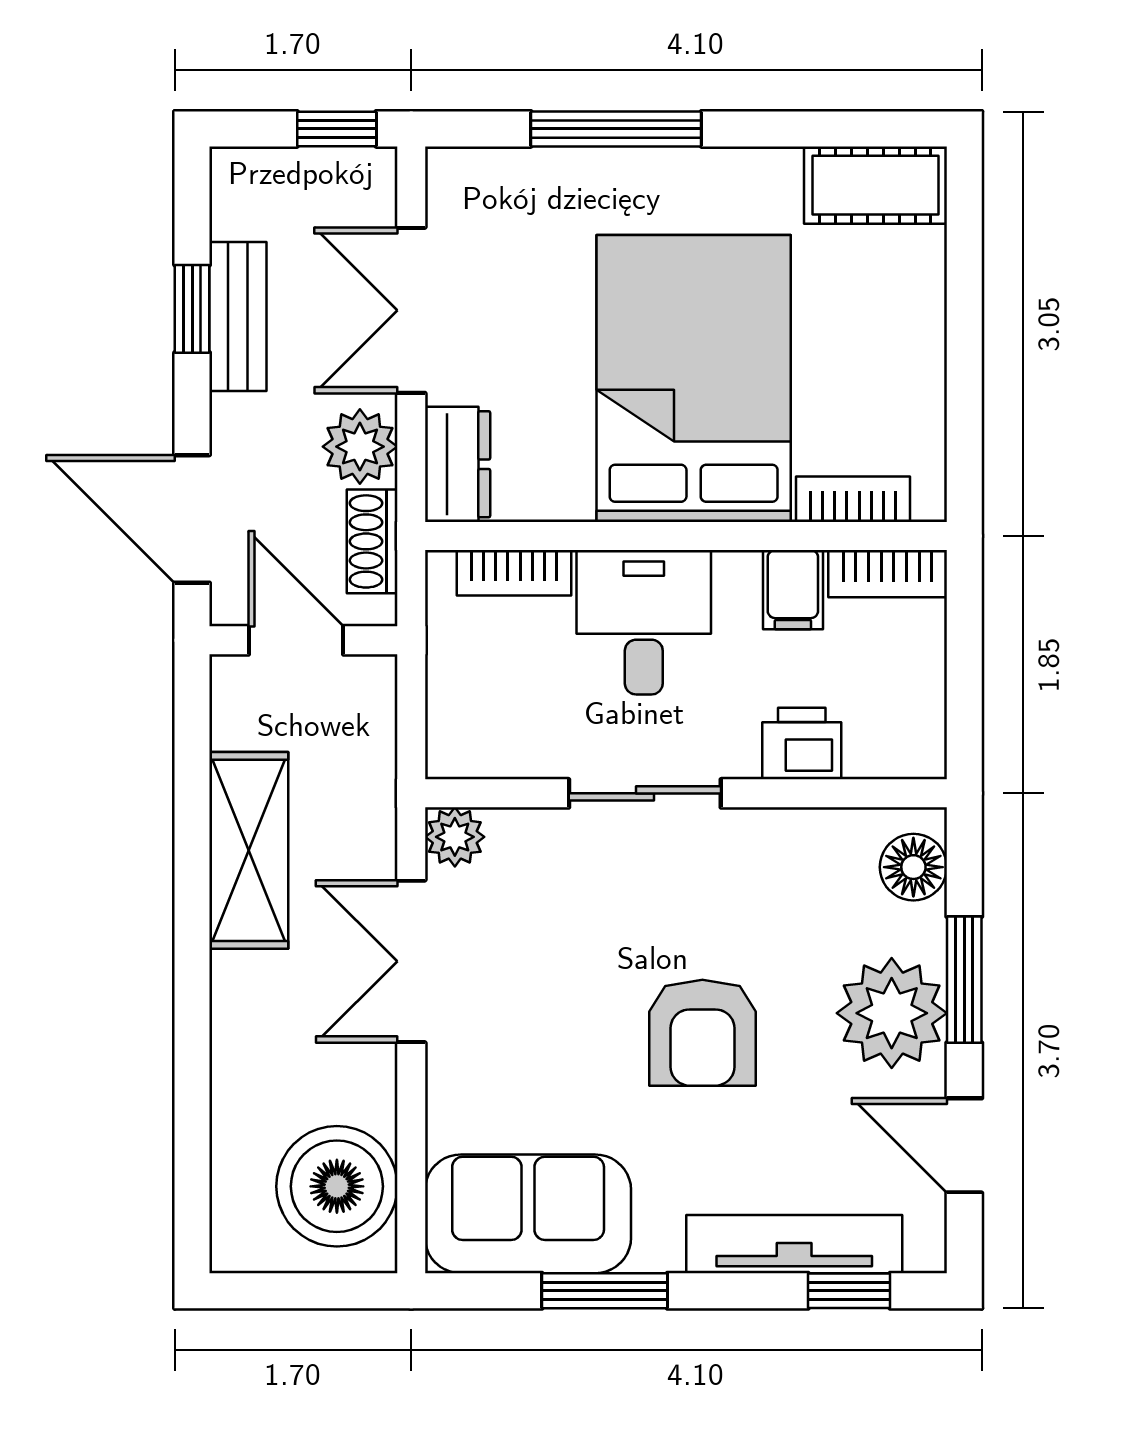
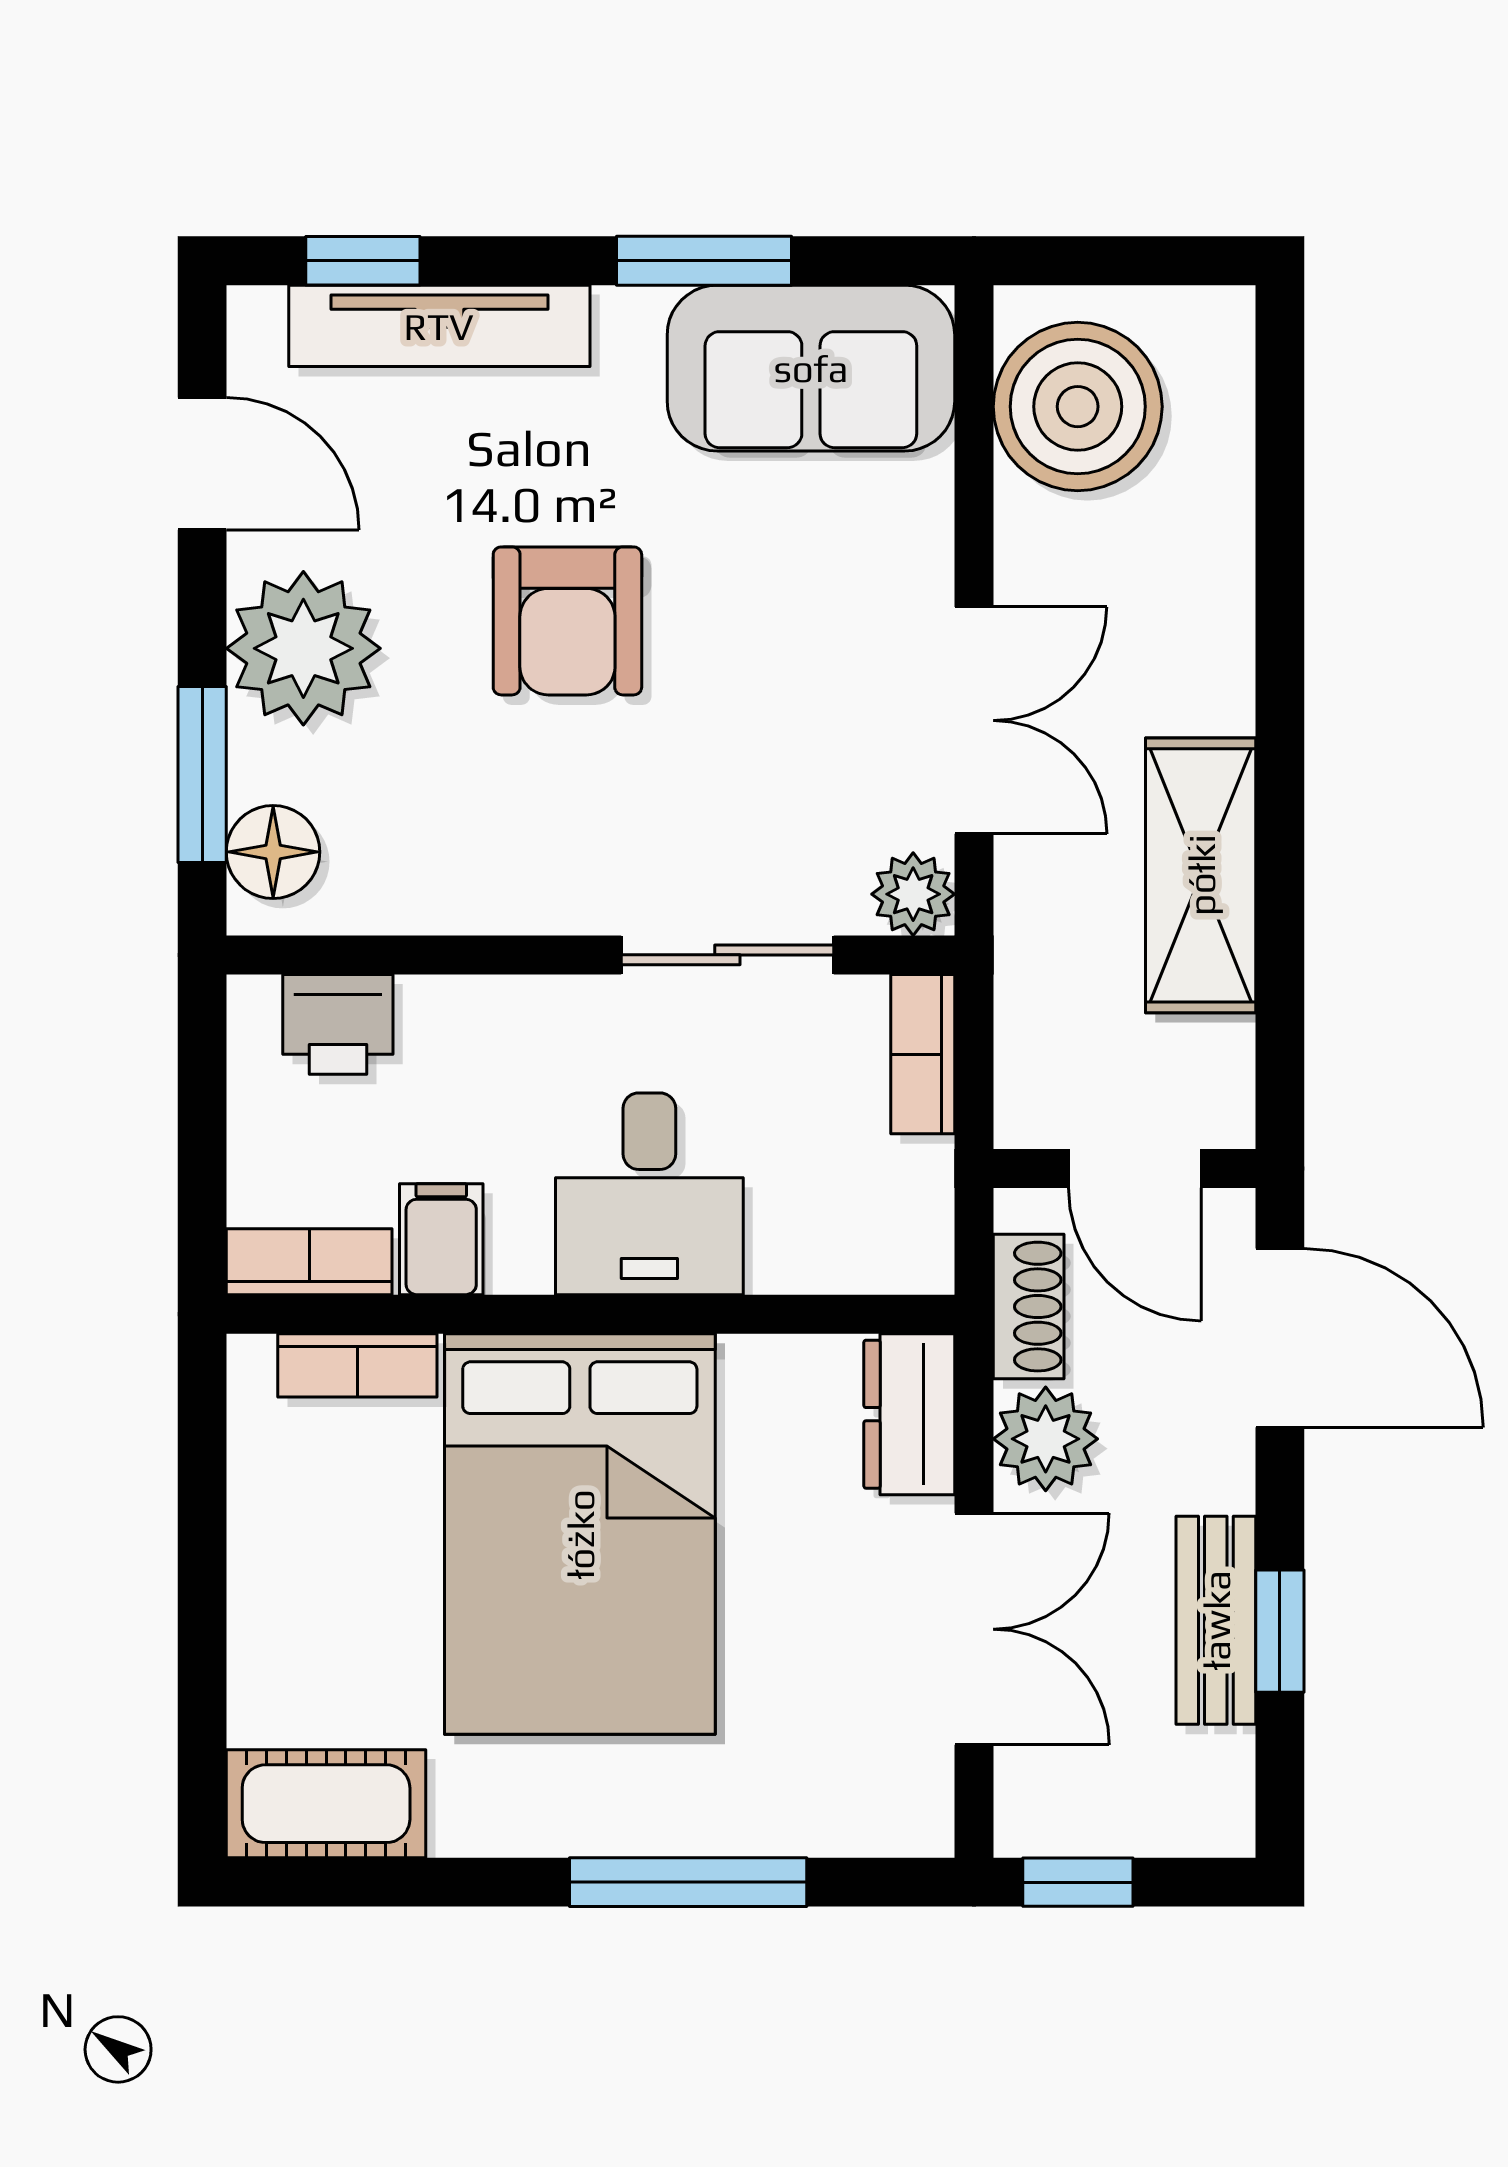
bookcase: (514, 573) -> (923, 1054), moved, turned -90
printer: (802, 744) -> (338, 1024), moved
sliding door: (645, 793) -> (727, 955), moved
window: (964, 980) -> (202, 774), moved
armchair: (702, 1033) -> (567, 621), turned 180

